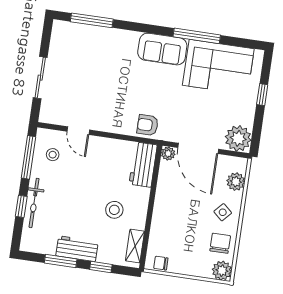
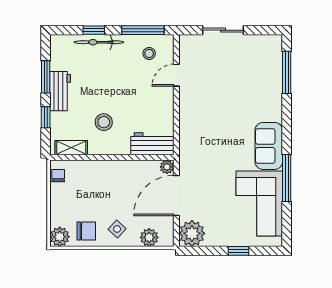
armchair: (148, 125) -> (192, 143), removed

